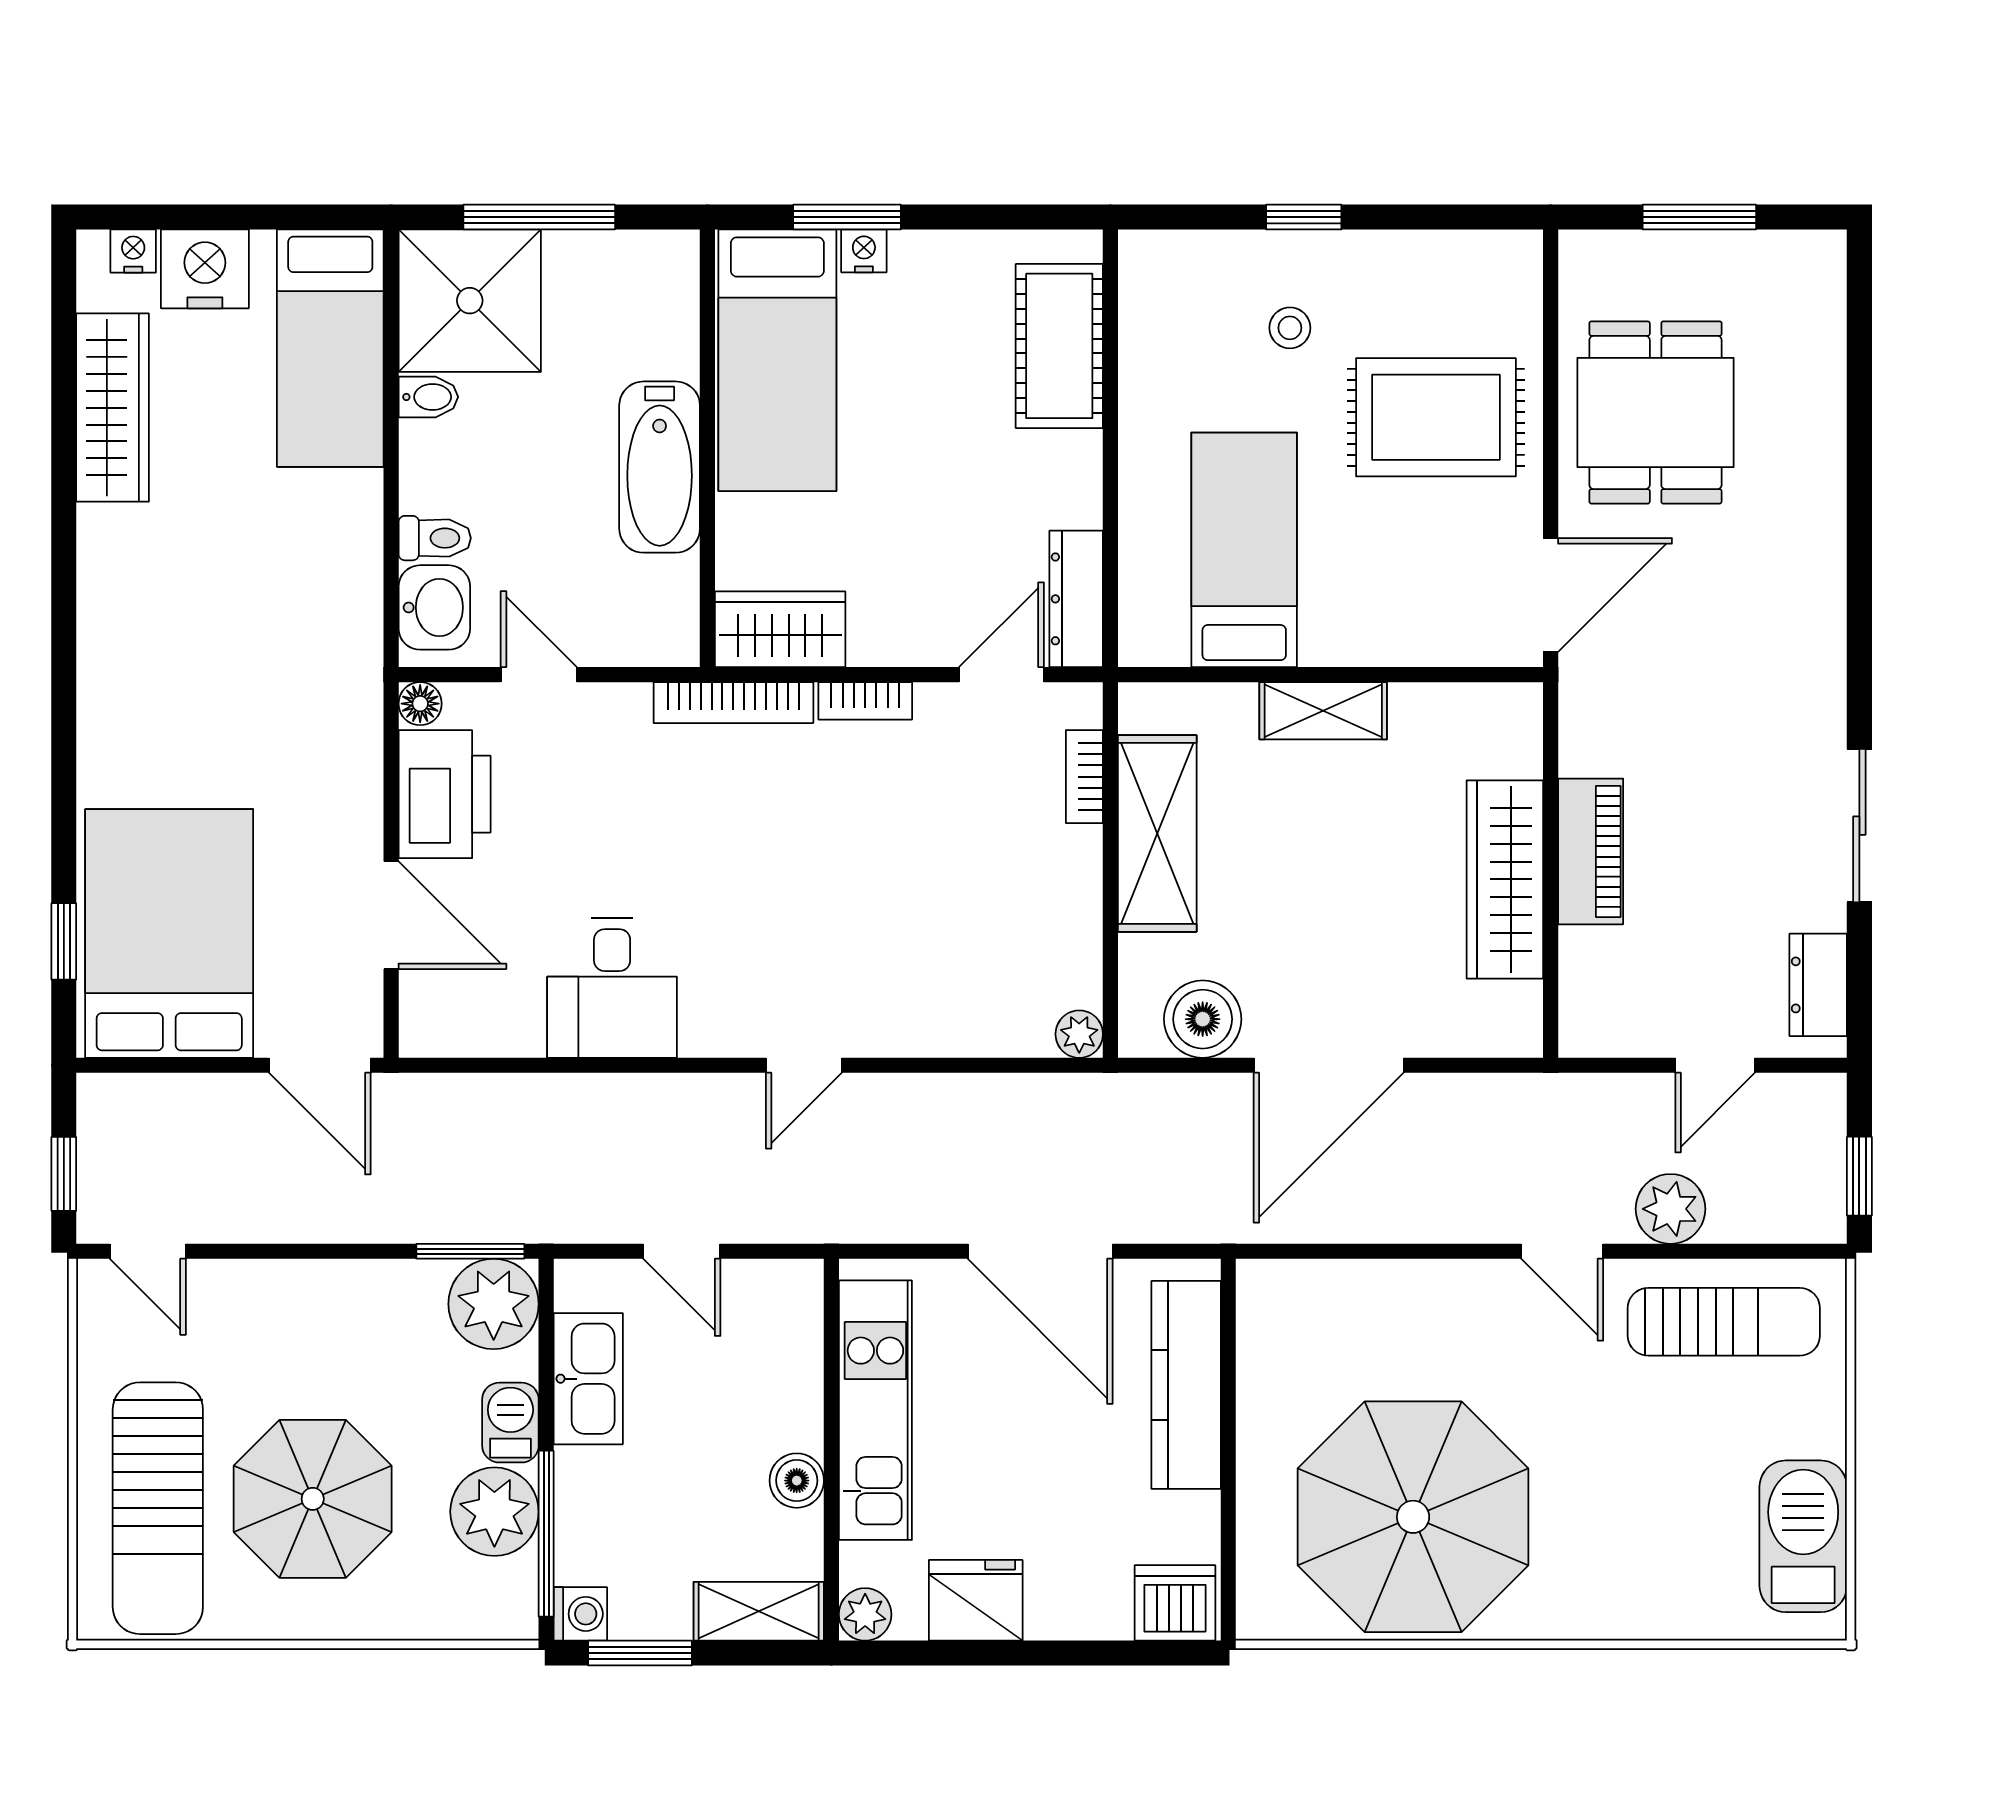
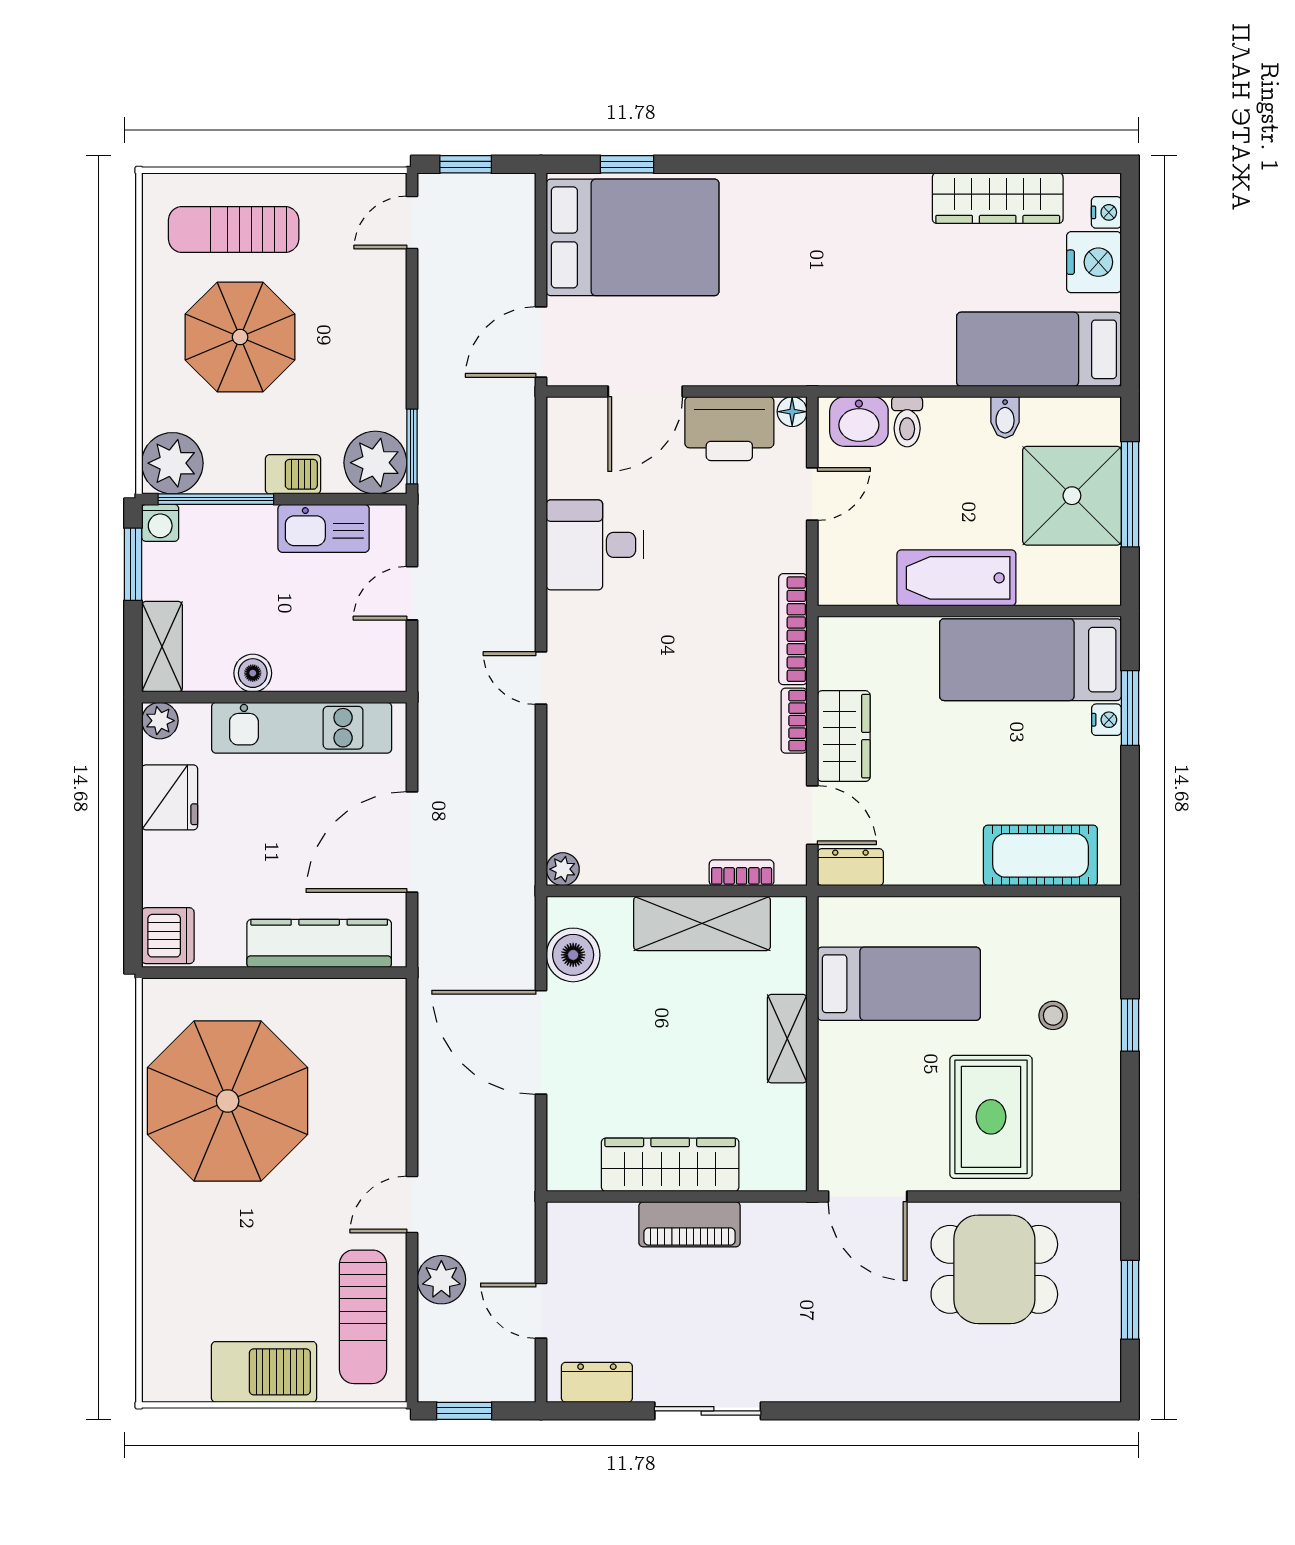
shower: (470, 301) -> (1072, 496), moved
dresser: (1076, 599) -> (850, 867), width x0.70
wardrobe: (780, 629) -> (844, 736), moved
sun lounger: (158, 1508) -> (234, 230), width x0.73, depth x0.75
plant: (494, 1512) -> (172, 463), moved
barbecue: (1803, 1536) -> (264, 1372), moved

